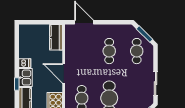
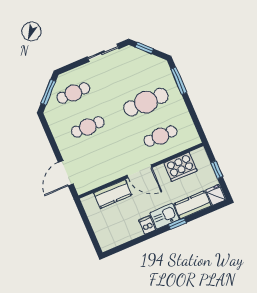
kitchen counter: (56, 37) -> (113, 194), moved
door: (64, 73) -> (139, 171), hinge flipped

